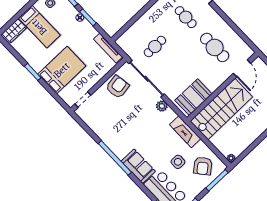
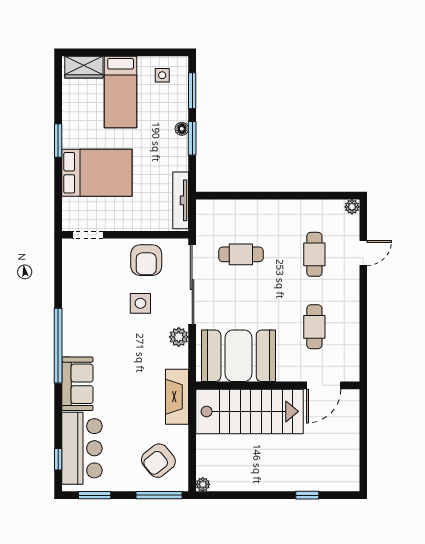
cafe table: (215, 47) -> (314, 327), width x0.73, depth x0.74
armchair: (117, 87) -> (146, 260), turned 99
booth: (193, 97) -> (239, 356), width x1.36, depth x1.42
side table: (178, 162) -> (140, 303), moved

